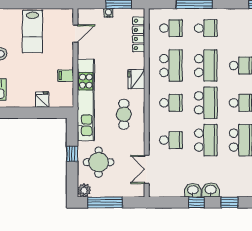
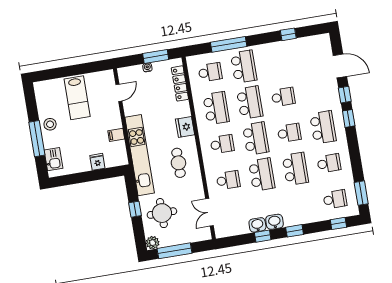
school desk: (206, 28) -> (244, 67), width x1.85

